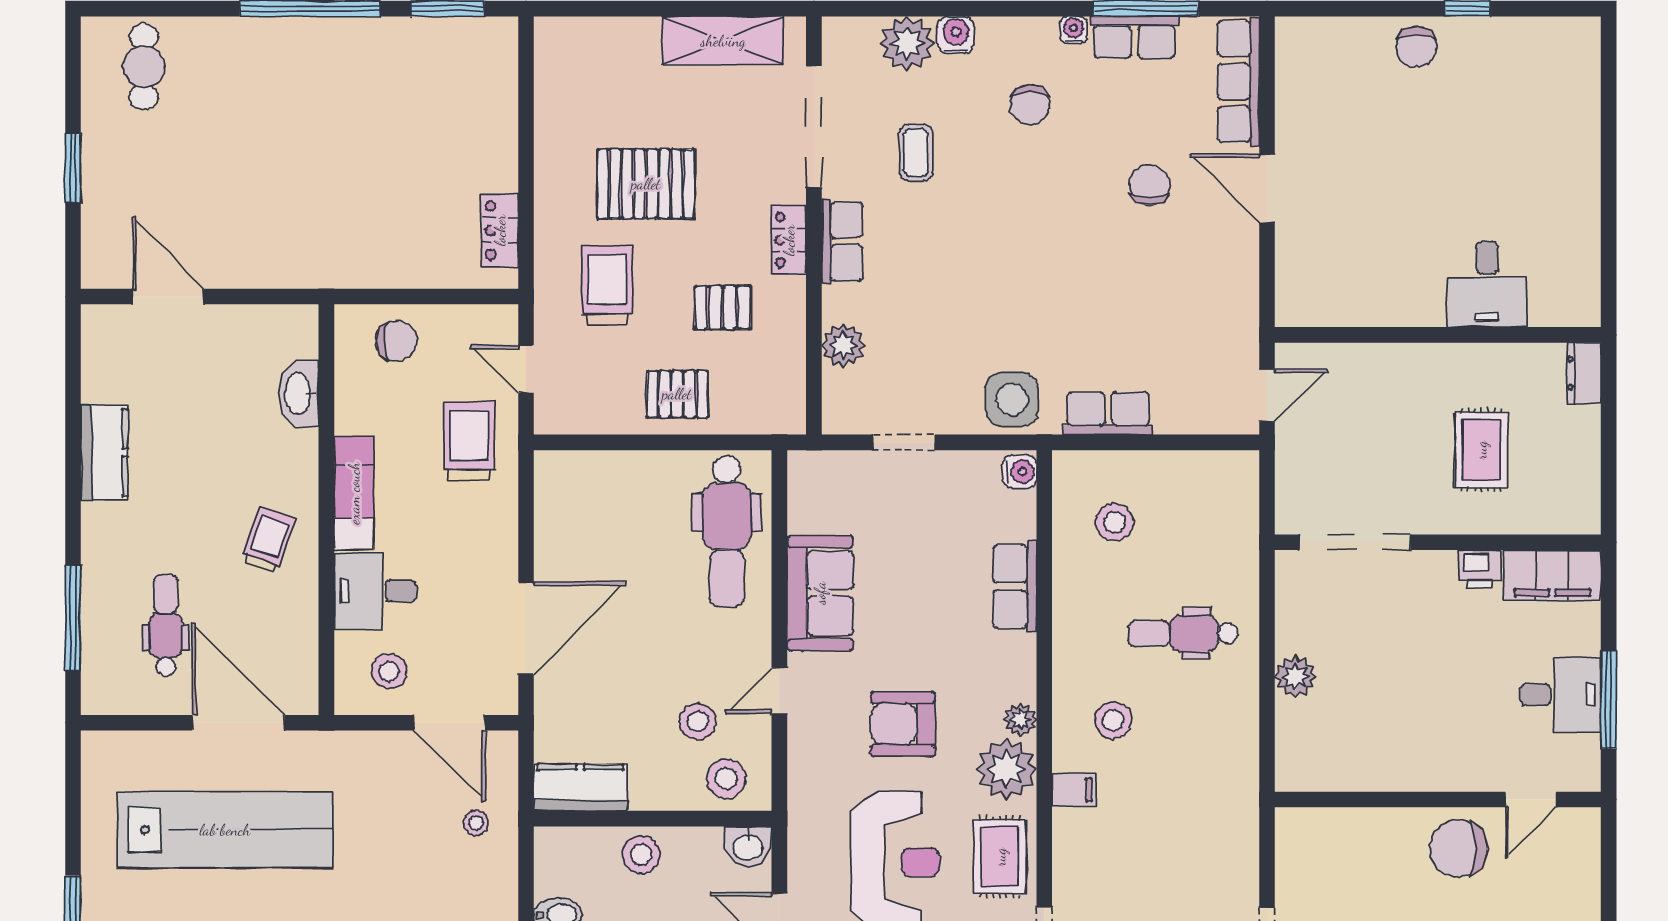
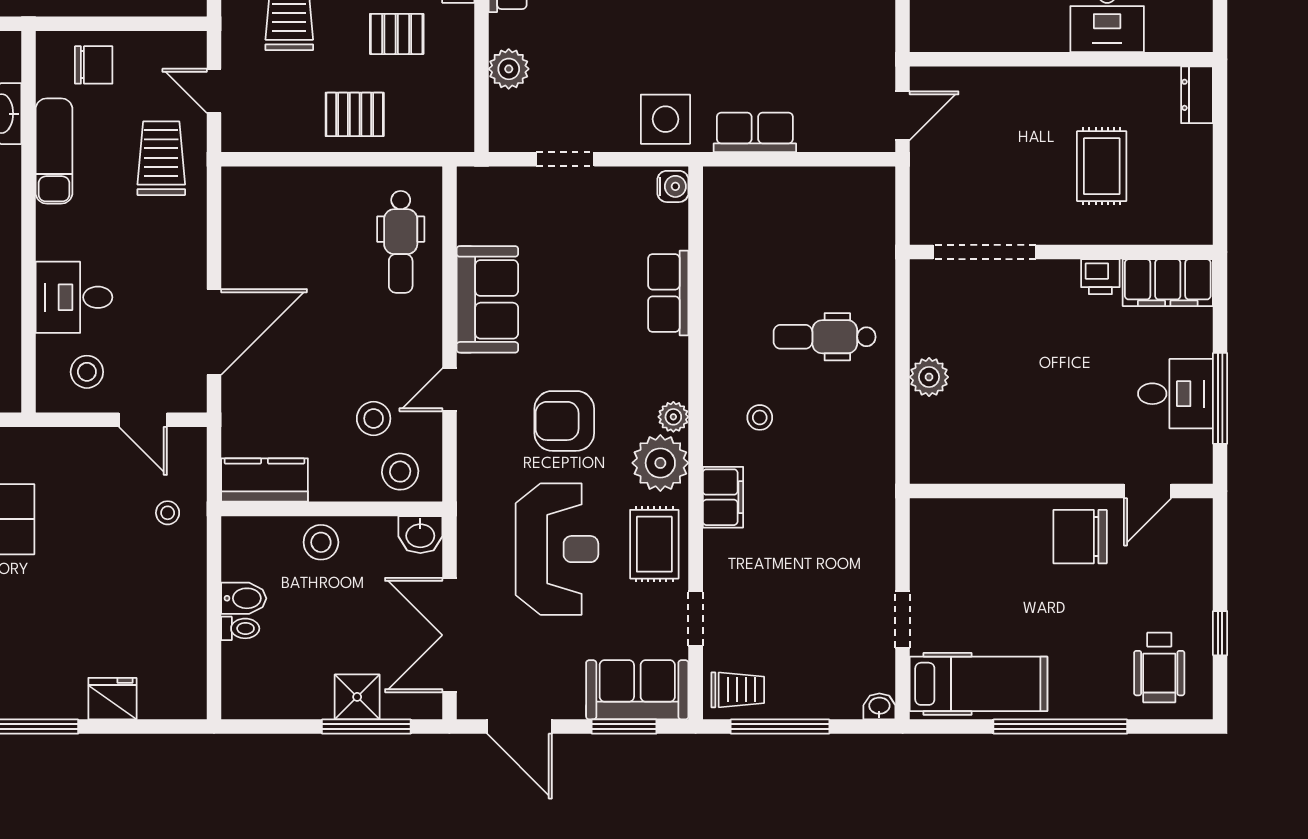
exam couch: (354, 493) -> (54, 151), moved
stool: (1115, 522) -> (761, 233), removed
dental chair: (727, 531) -> (401, 242), width x0.73, depth x0.72
stool: (1113, 720) -> (760, 417), width x0.73, depth x0.73
door: (449, 723) -> (143, 420), width x0.73
filing cabinet: (1074, 790) -> (723, 497), width x2.00

